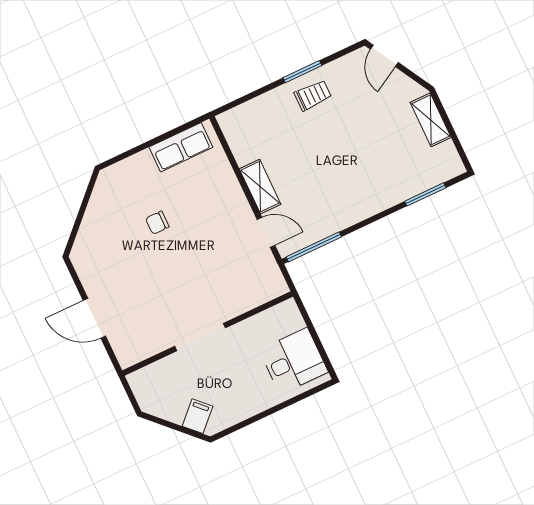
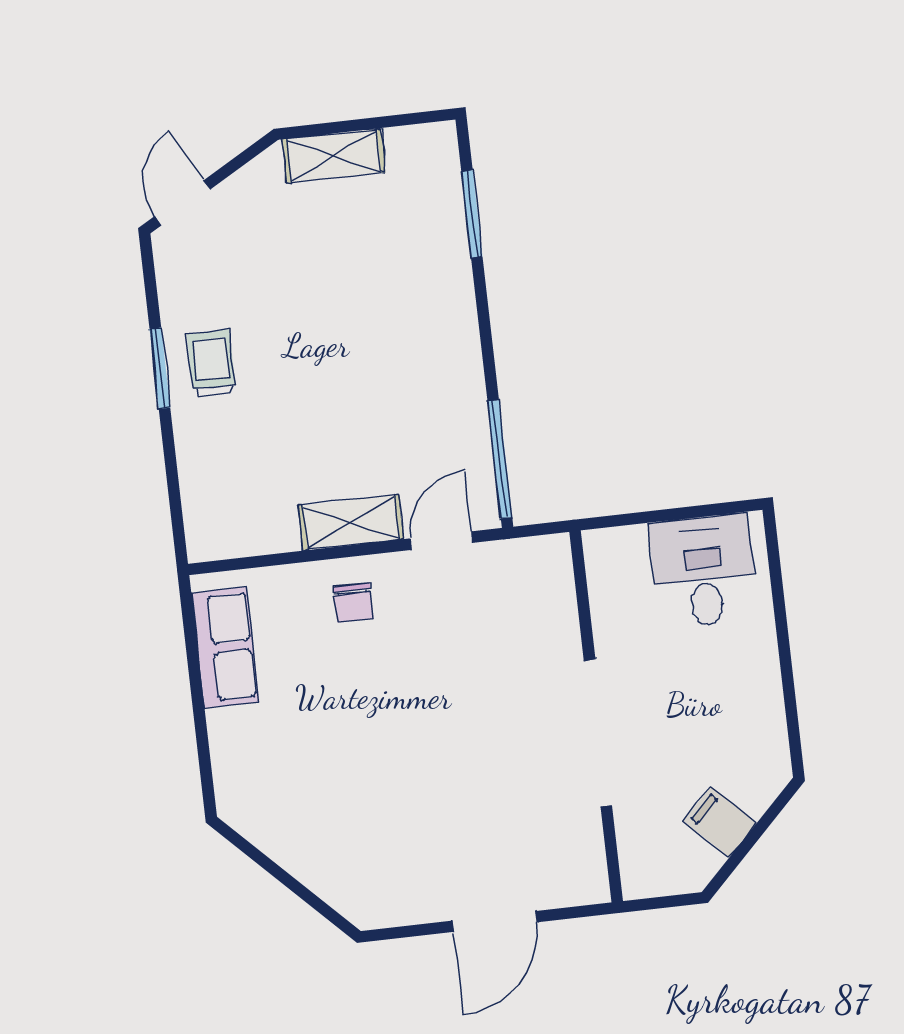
door: (384, 56) -> (183, 203), swing flipped
chair: (157, 223) -> (353, 603), moved
doorway: (200, 337) -> (598, 733), width x1.36
filing cabinet: (197, 416) -> (720, 822), moved

